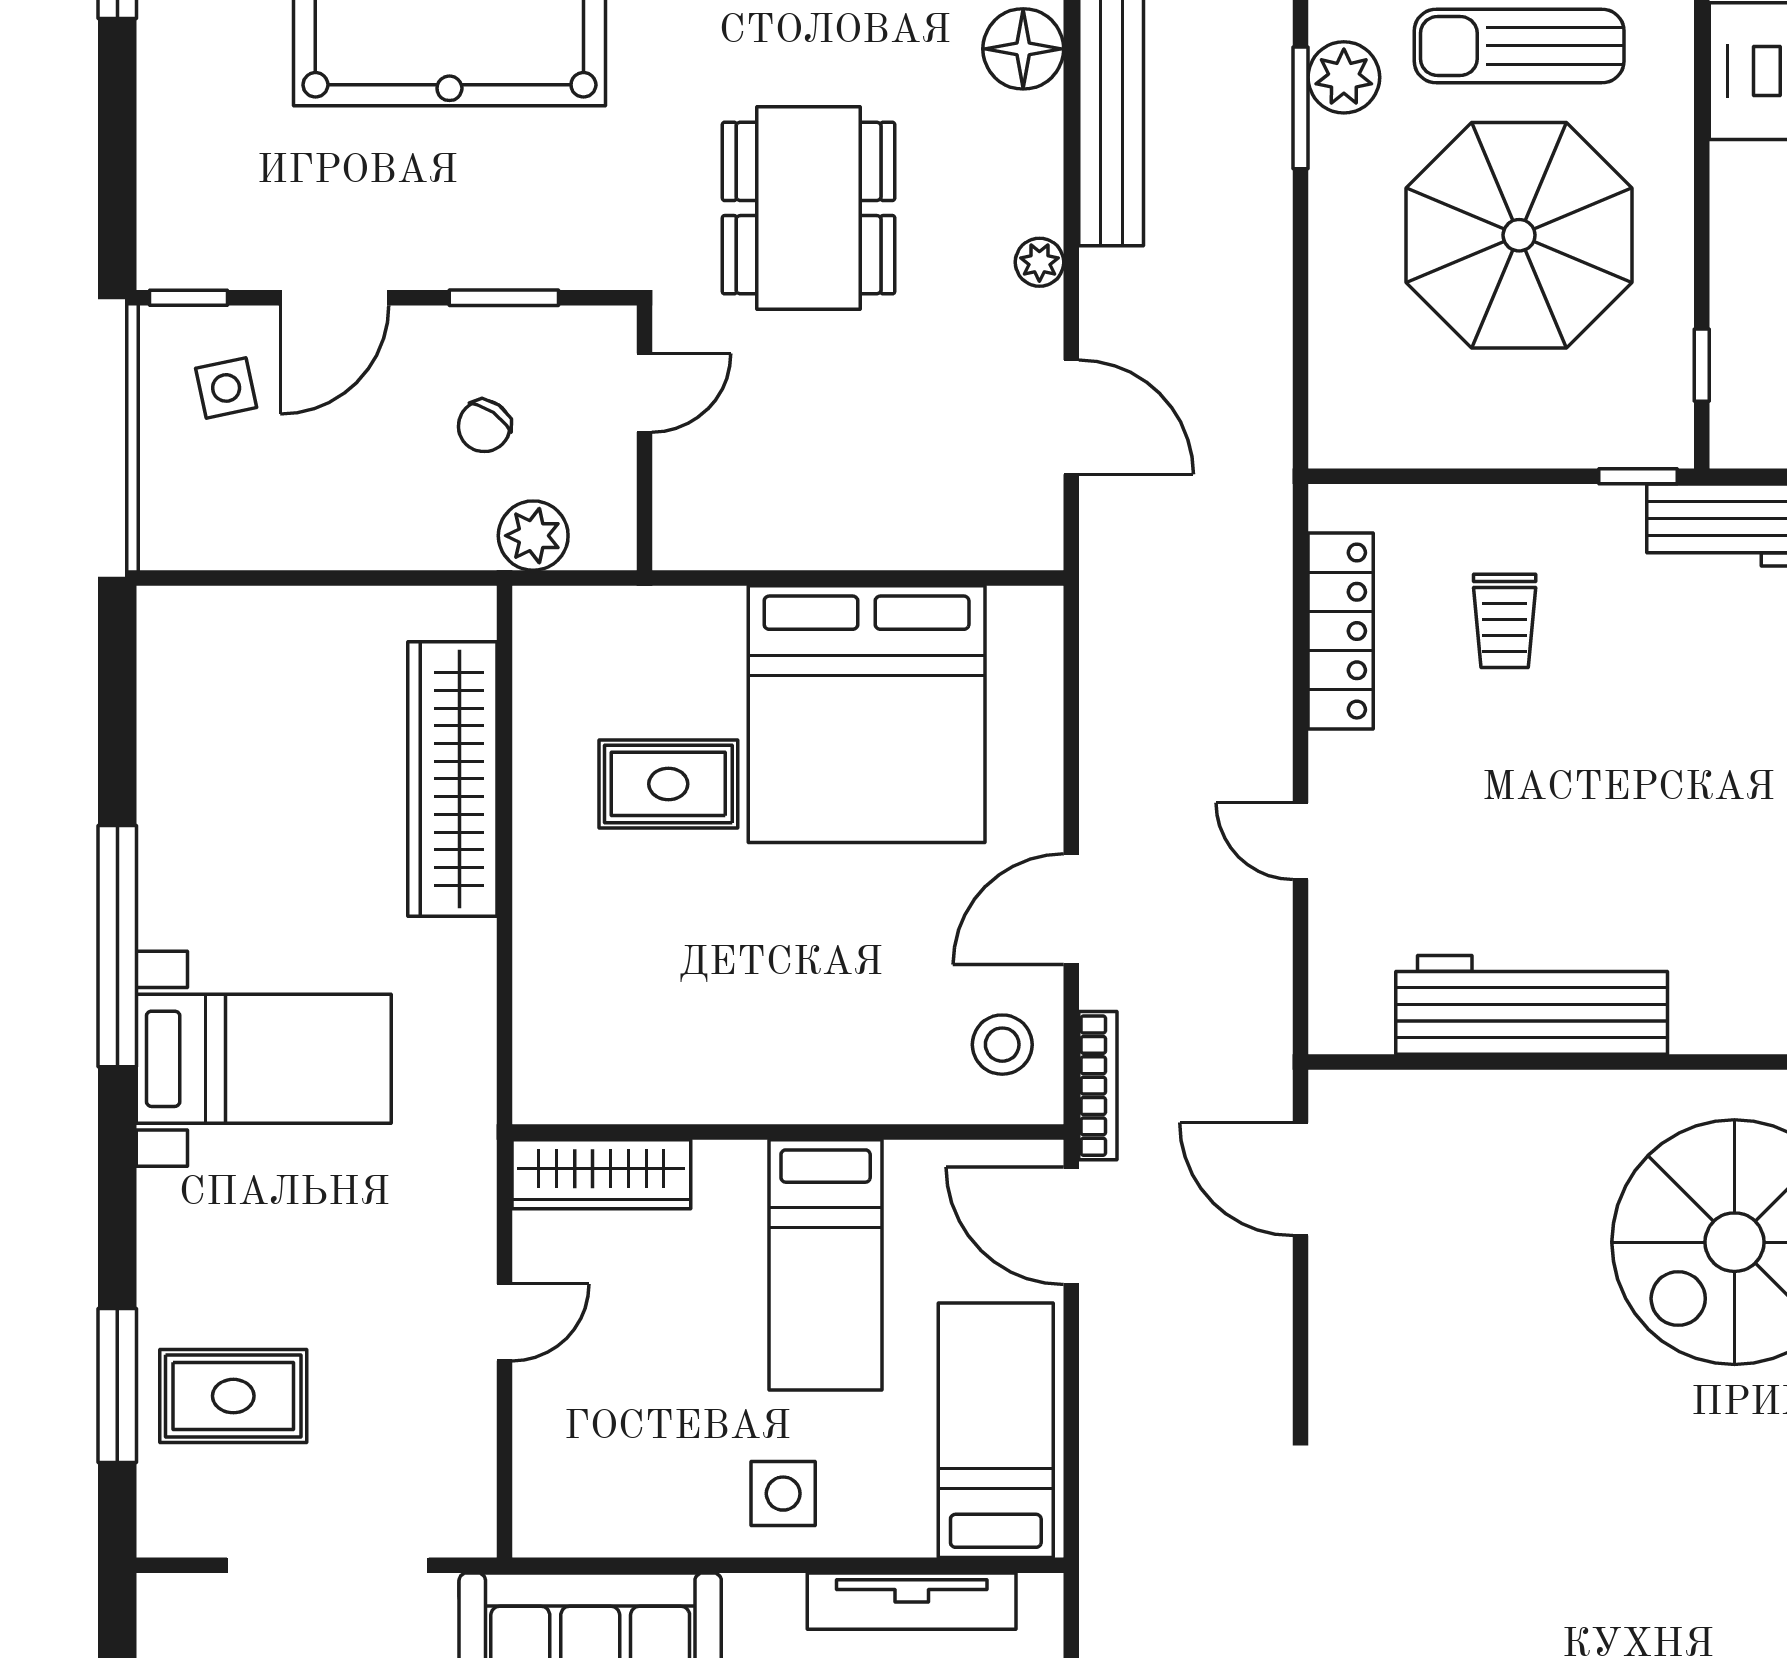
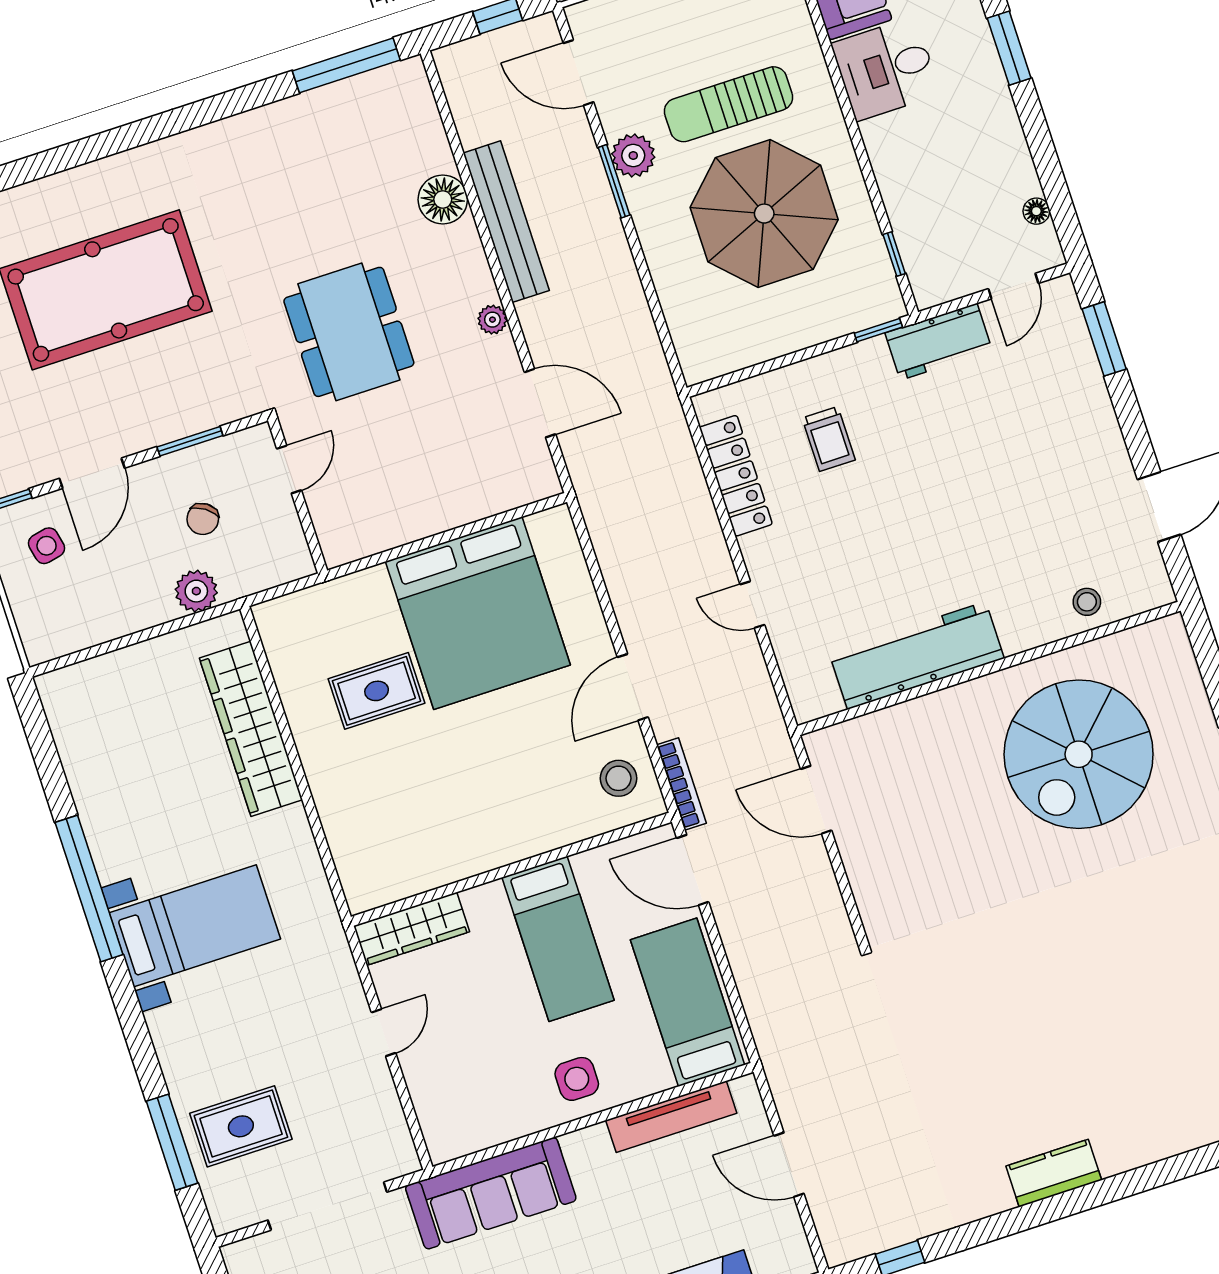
plant: (533, 536) -> (196, 591), moved

